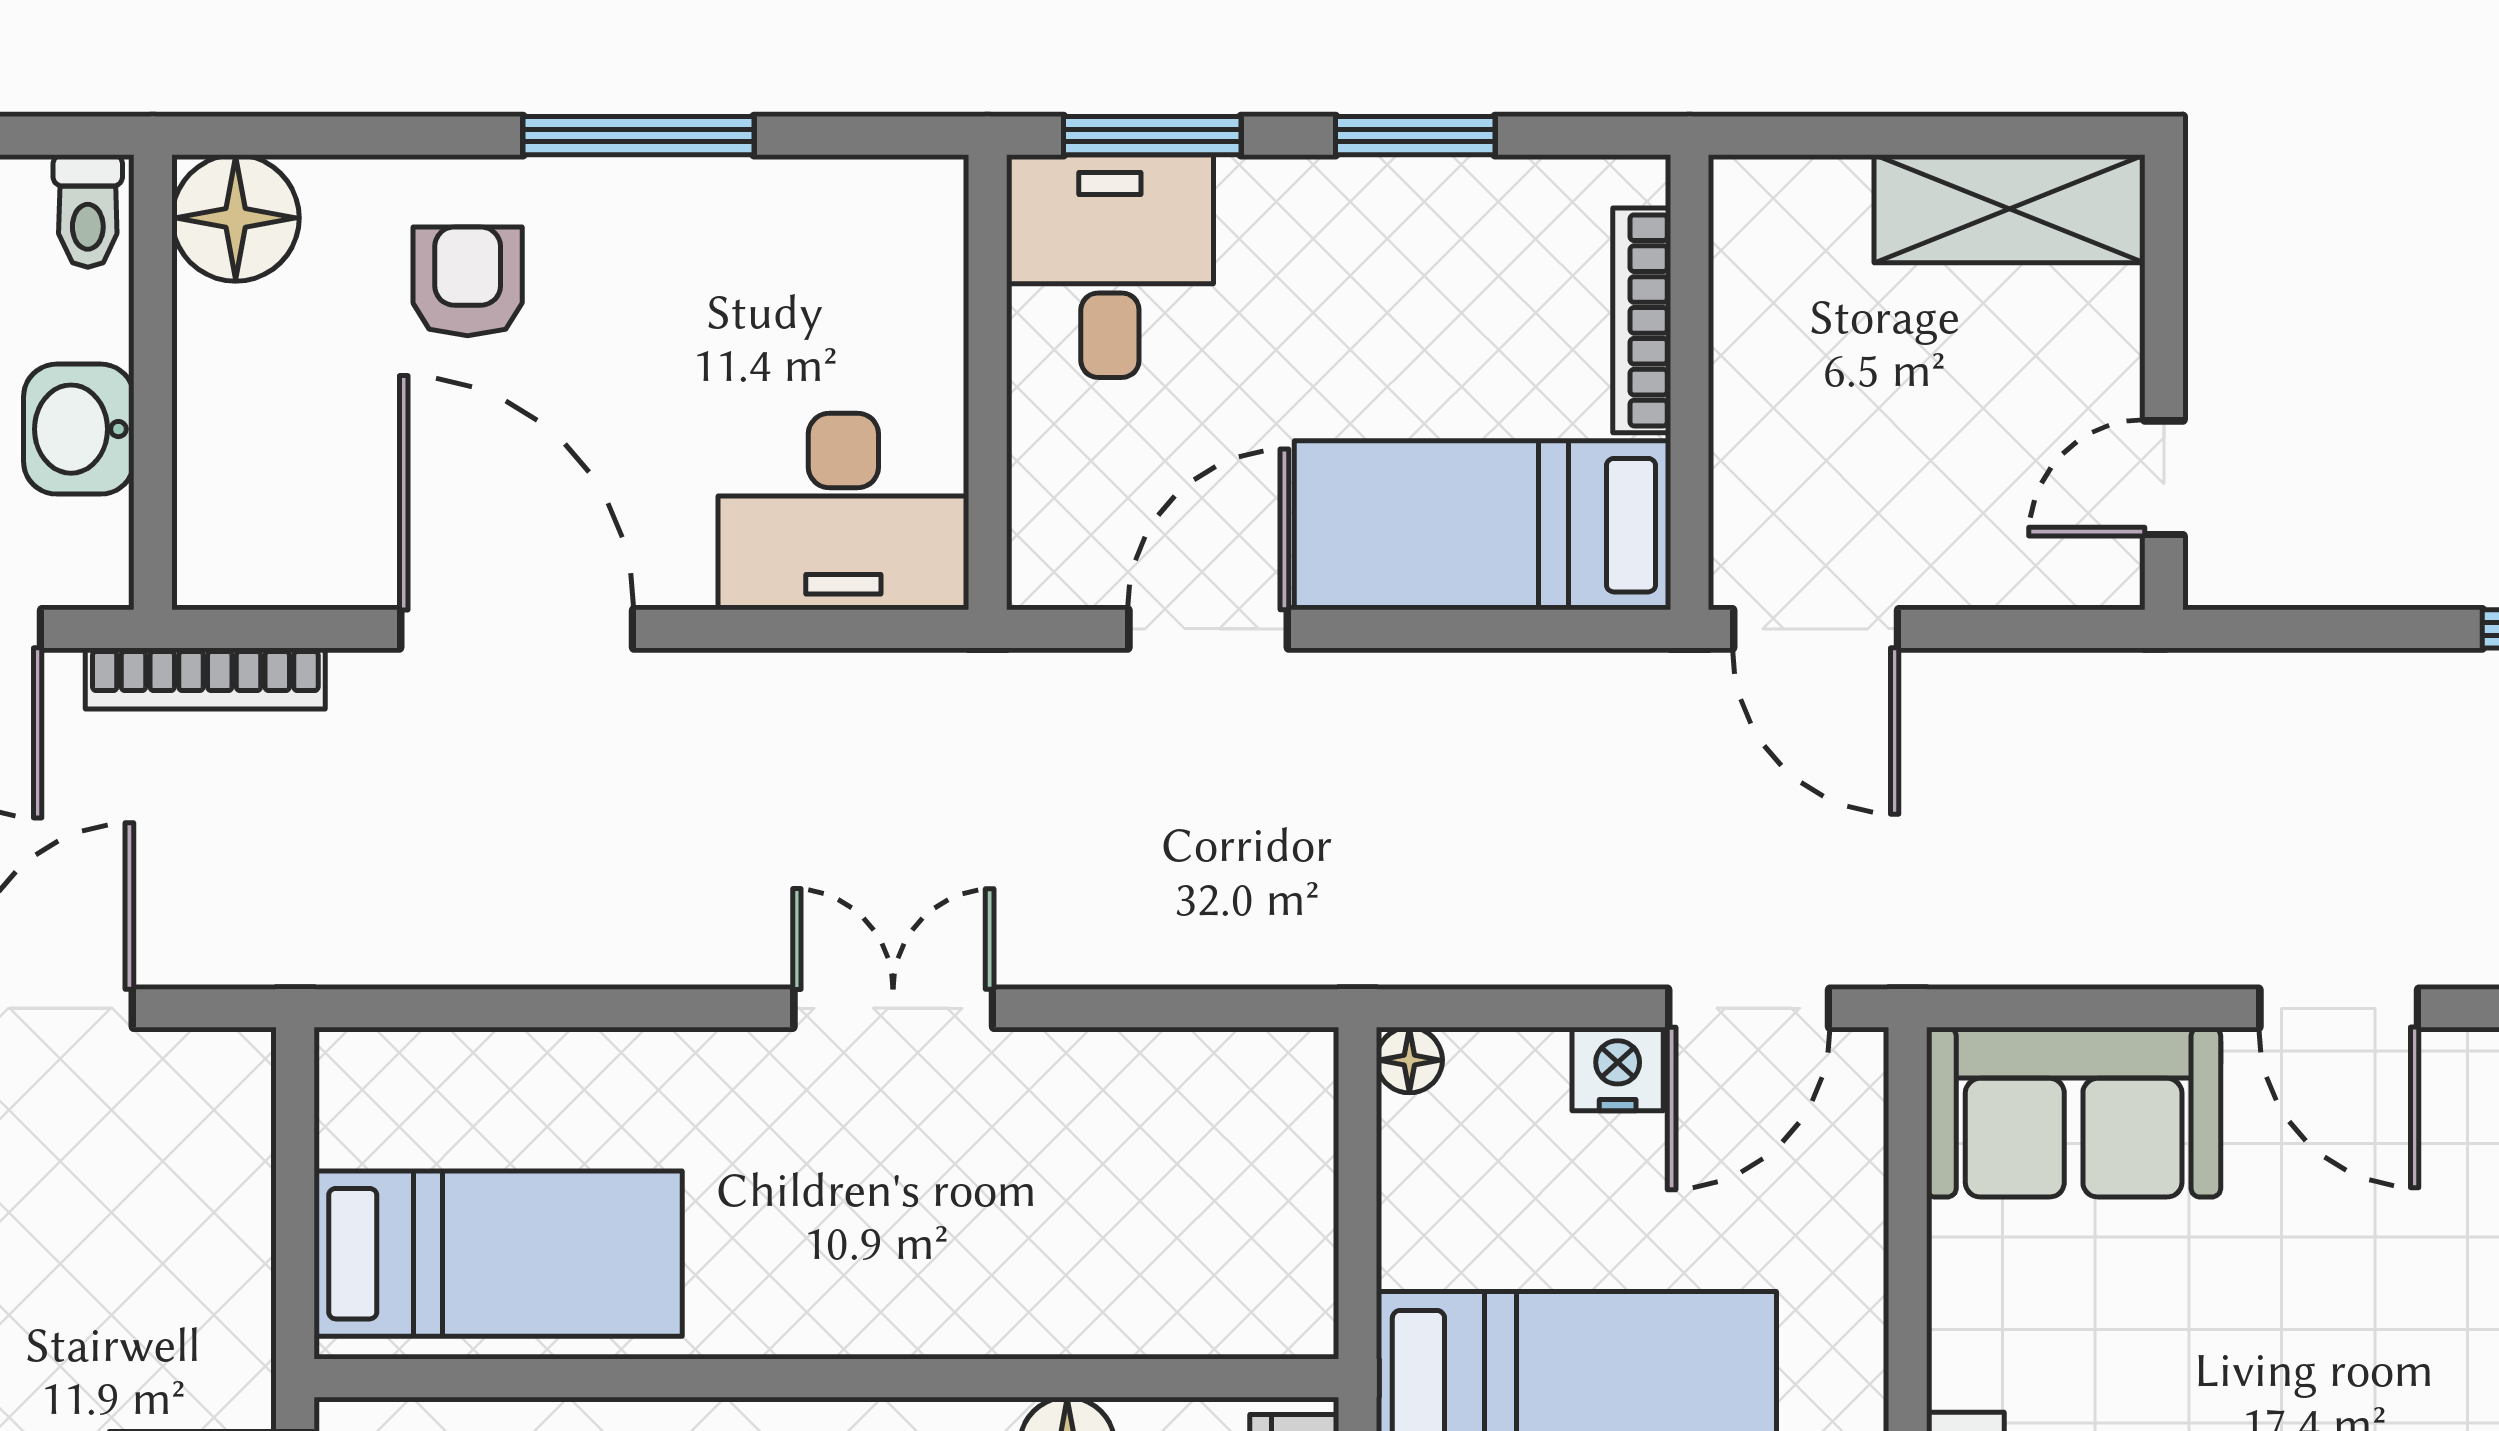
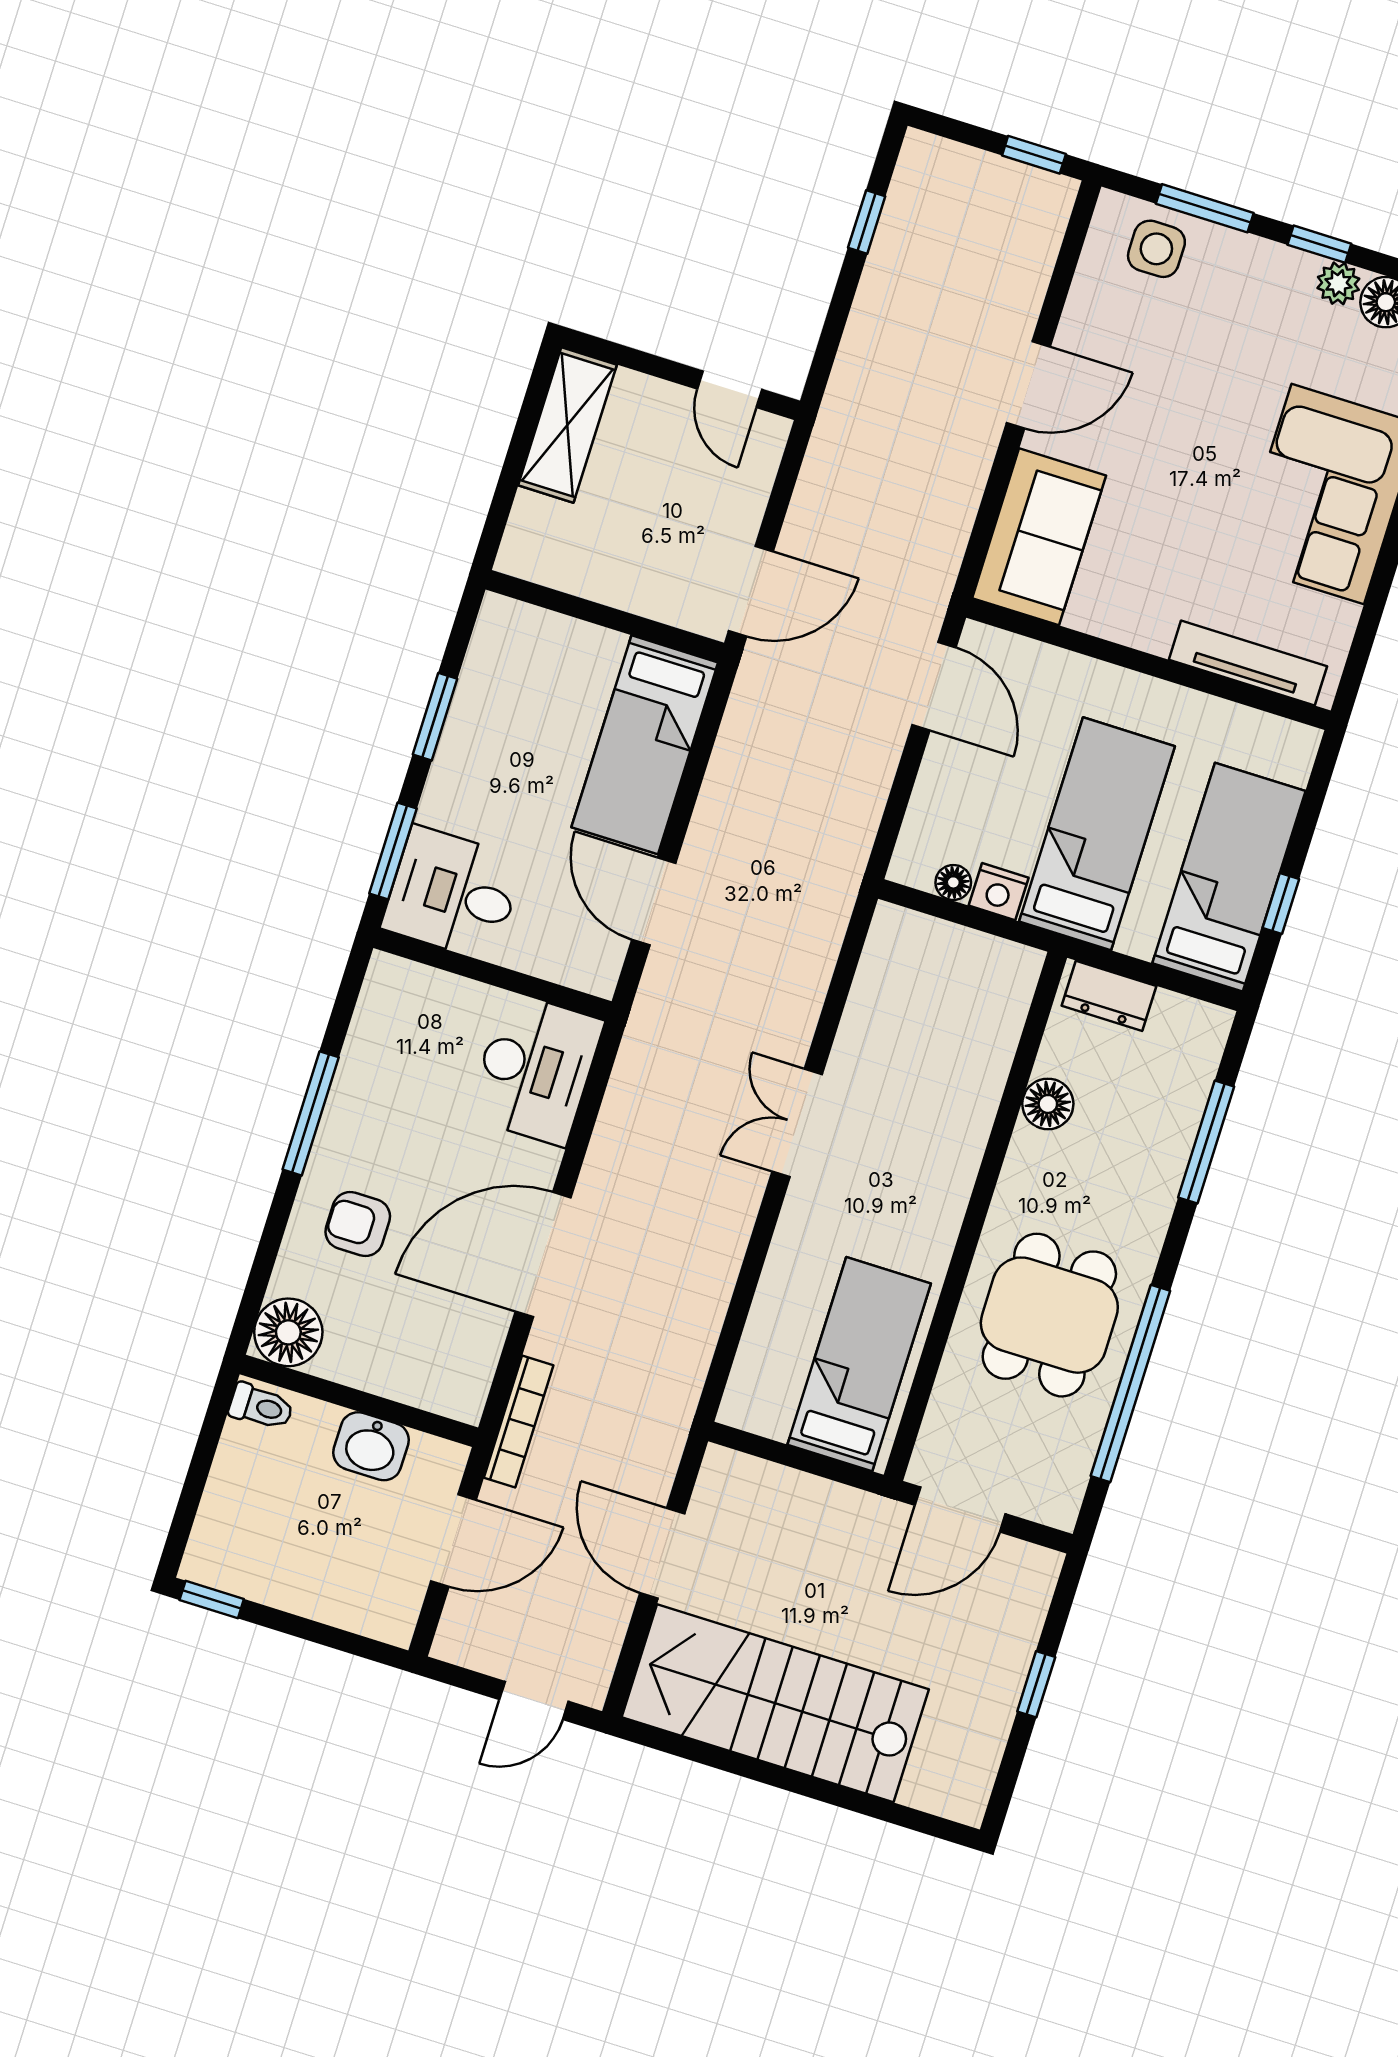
bookcase: (1642, 320) -> (566, 631), removed
floor lamp: (1409, 1060) -> (953, 882), moved
nightstand: (1618, 1069) -> (999, 892), moved, turned -90

